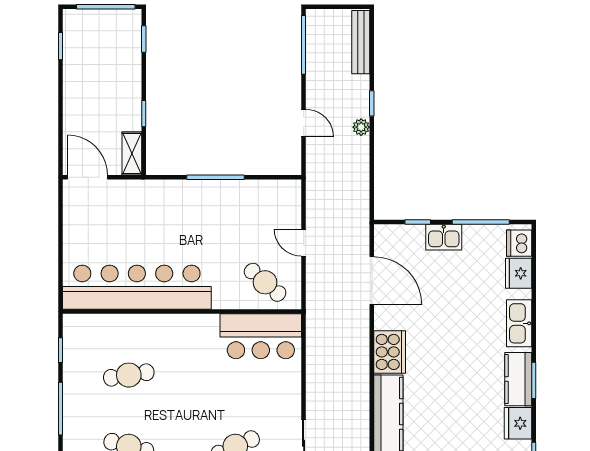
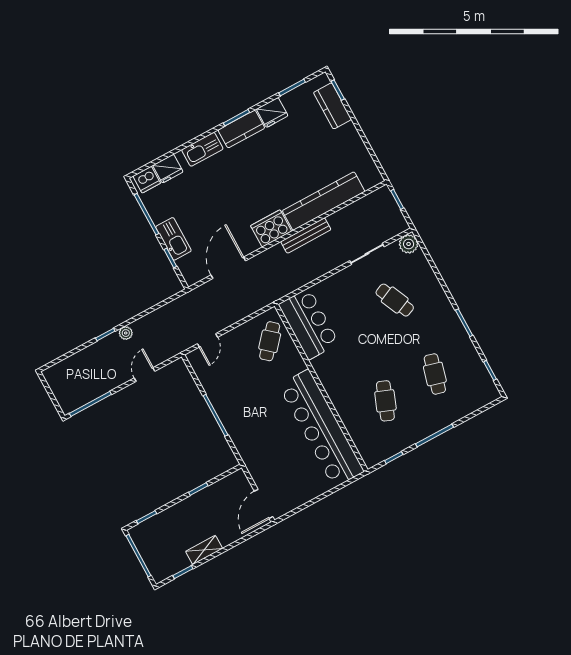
bench: (361, 42) -> (306, 236), moved
shelving: (132, 153) -> (204, 550), moved
kitchen sink: (444, 237) -> (173, 239), width x1.38
door: (304, 243) -> (207, 340), moved
cafe table: (129, 375) -> (385, 401), turned 30

